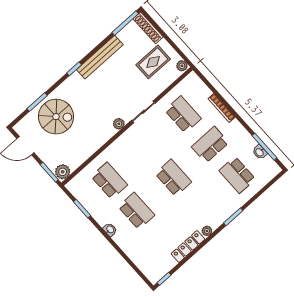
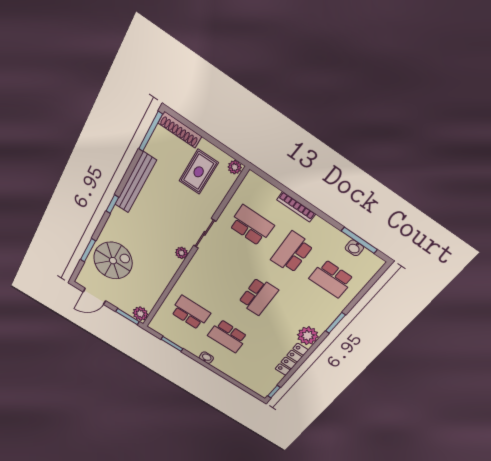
school desk: (173, 178) -> (258, 296), turned 90
school desk: (136, 211) -> (228, 336), turned 180
plant: (207, 231) -> (308, 336), width x1.88, depth x1.88

